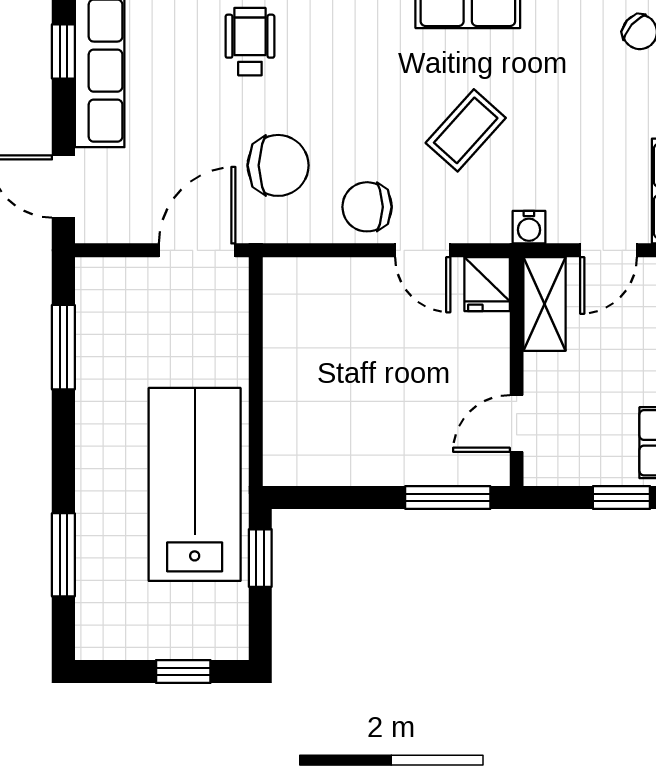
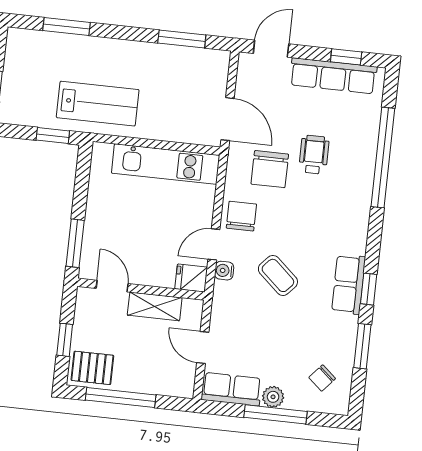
wheelchair: (250, 42) -> (314, 155), moved, turned -90
water cooler: (529, 227) -> (224, 271), moved
shelving: (545, 304) -> (155, 306), moved
kitchen unit: (289, 352) -> (166, 164), added
lab bench: (195, 484) -> (98, 104), width x0.73, depth x0.72

